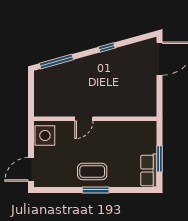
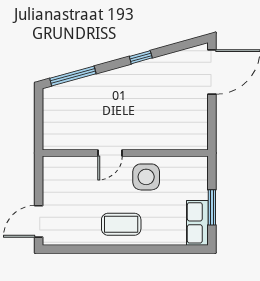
side table: (45, 135) -> (146, 177), moved
window: (96, 190) -> (126, 249), removed

